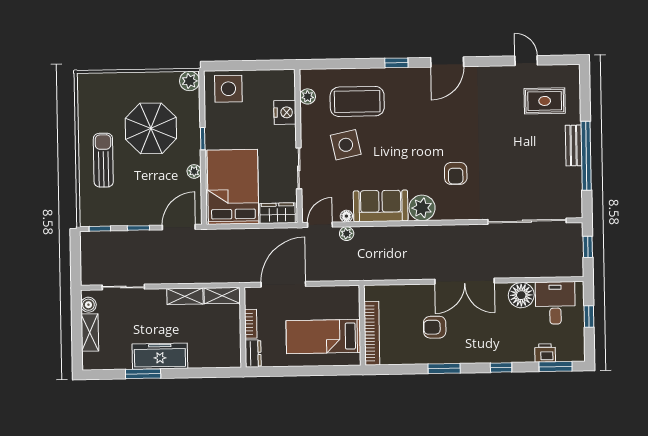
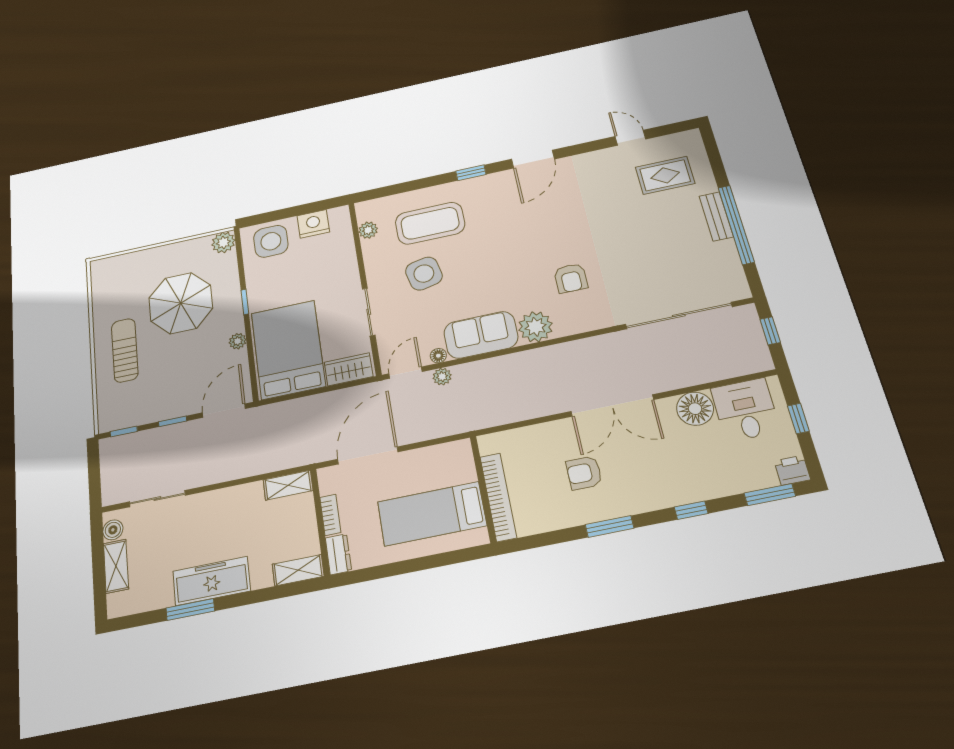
nightstand: (285, 112) -> (313, 224), moved, turned -90
shelving: (185, 296) -> (298, 570), moved
printer: (545, 353) -> (792, 470), moved

